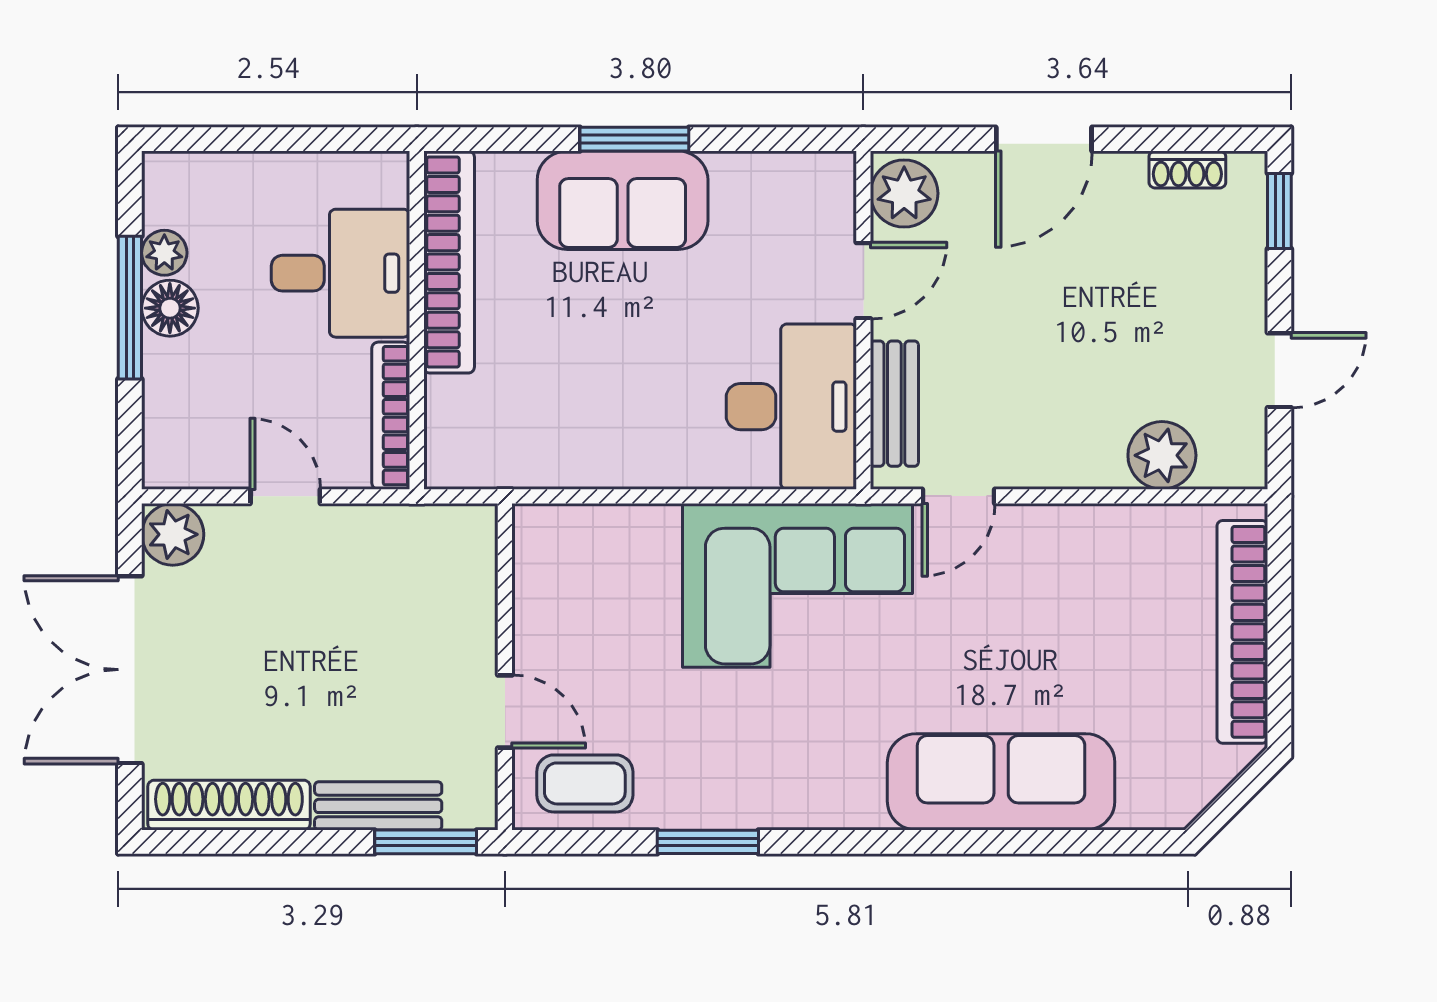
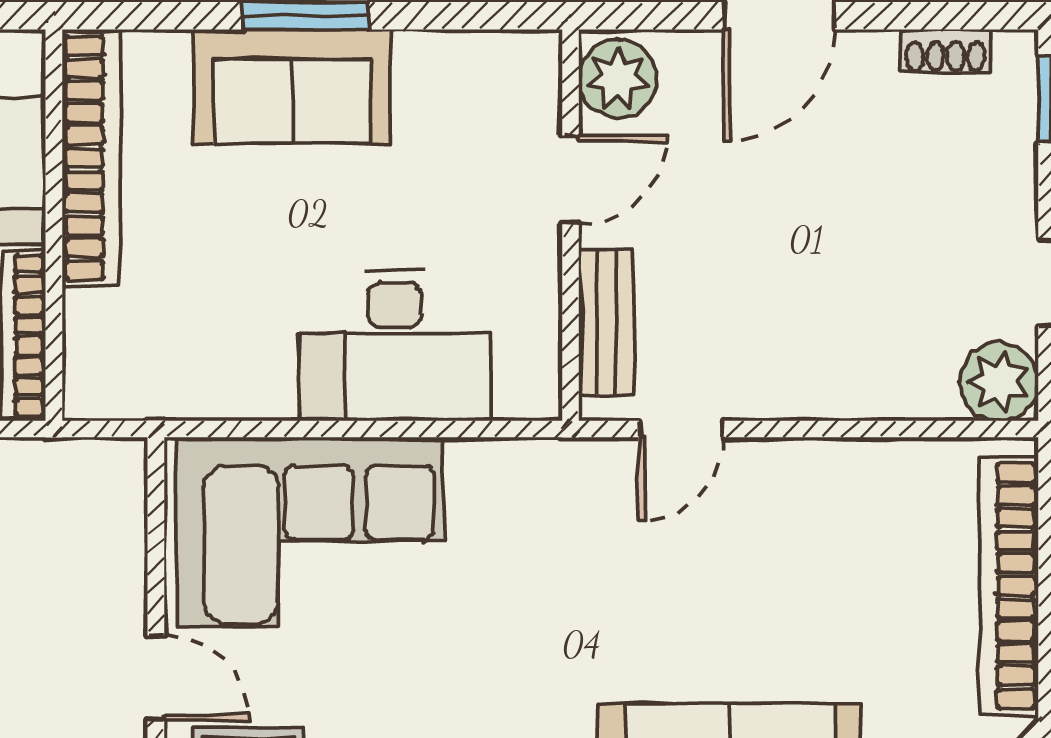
desk: (791, 407) -> (395, 346), moved, turned 90
plant: (1162, 455) -> (999, 382), moved
corner sofa: (797, 585) -> (310, 532), moved

